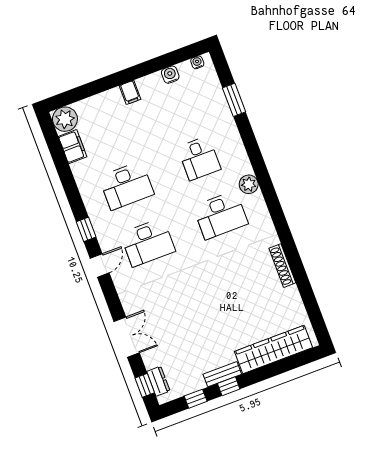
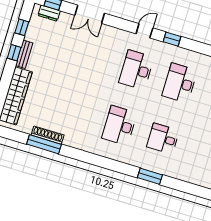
window: (234, 100) -> (150, 176), moved
plant: (249, 184) -> (125, 156), removed
door: (100, 266) -> (144, 31), swing flipped
shoe rack: (282, 266) -> (48, 135), moved
window: (302, 280) -> (44, 144), added

